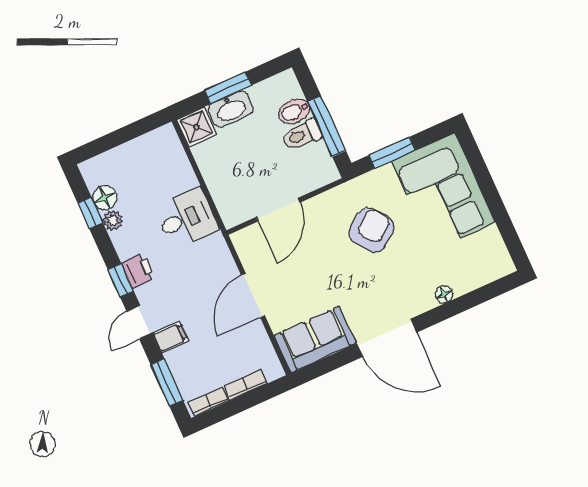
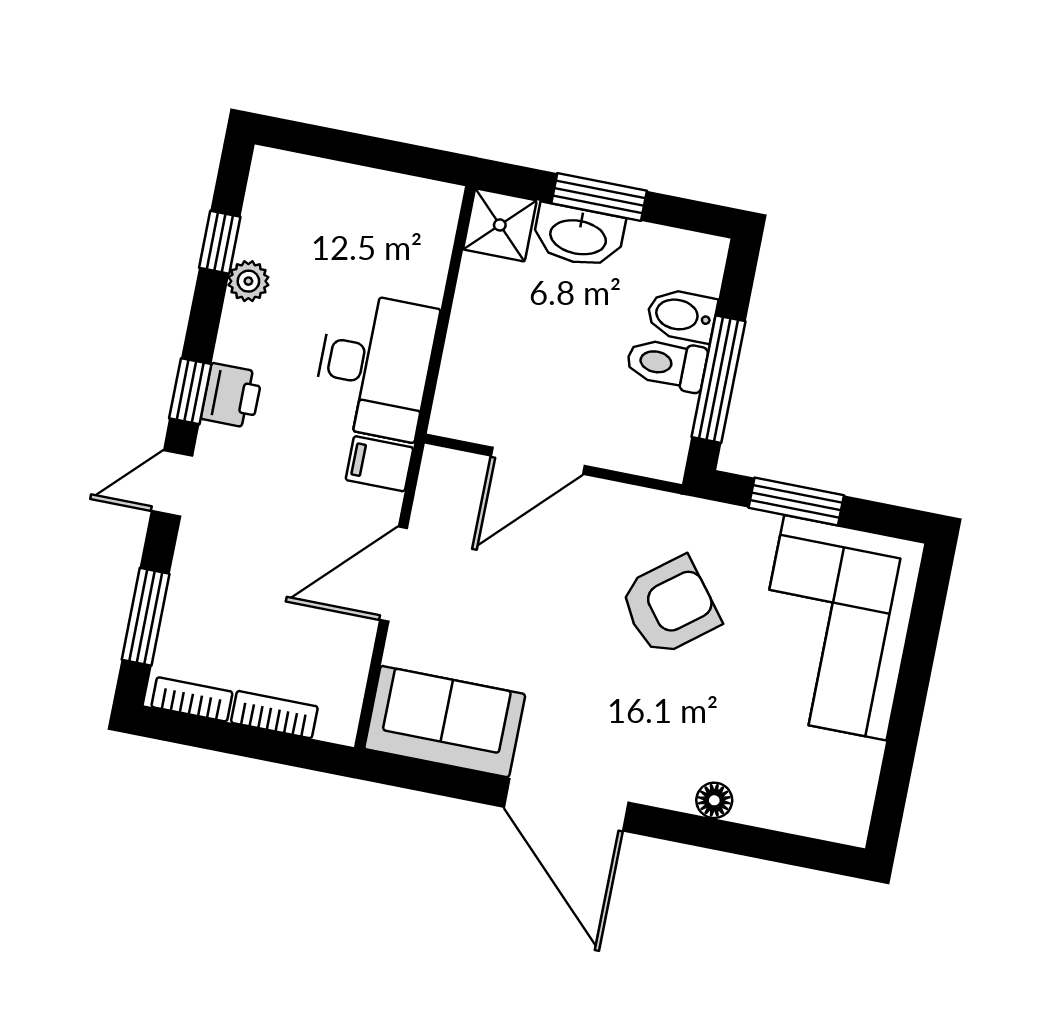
floor lamp: (105, 198) -> (262, 234), removed
desk: (187, 218) -> (375, 366), width x1.37
filing cabinet: (171, 337) -> (379, 464), moved, turned 180

